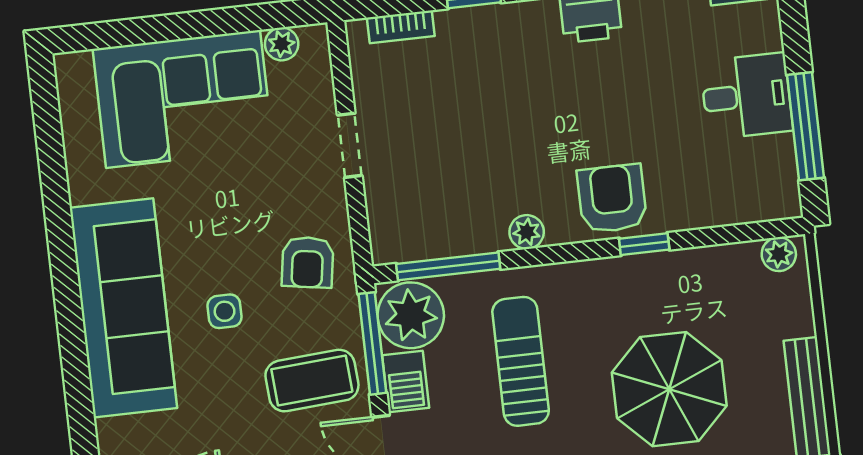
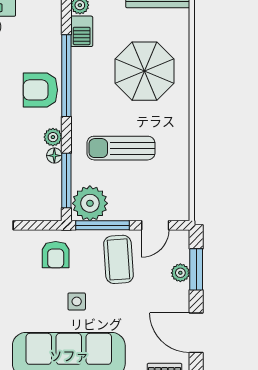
floor lamp: (492, 239) -> (54, 156), added
window: (644, 244) -> (66, 76), width x3.17
armchair: (307, 262) -> (56, 255), turned 81
barbecue: (406, 381) -> (82, 31), moved, turned 90

